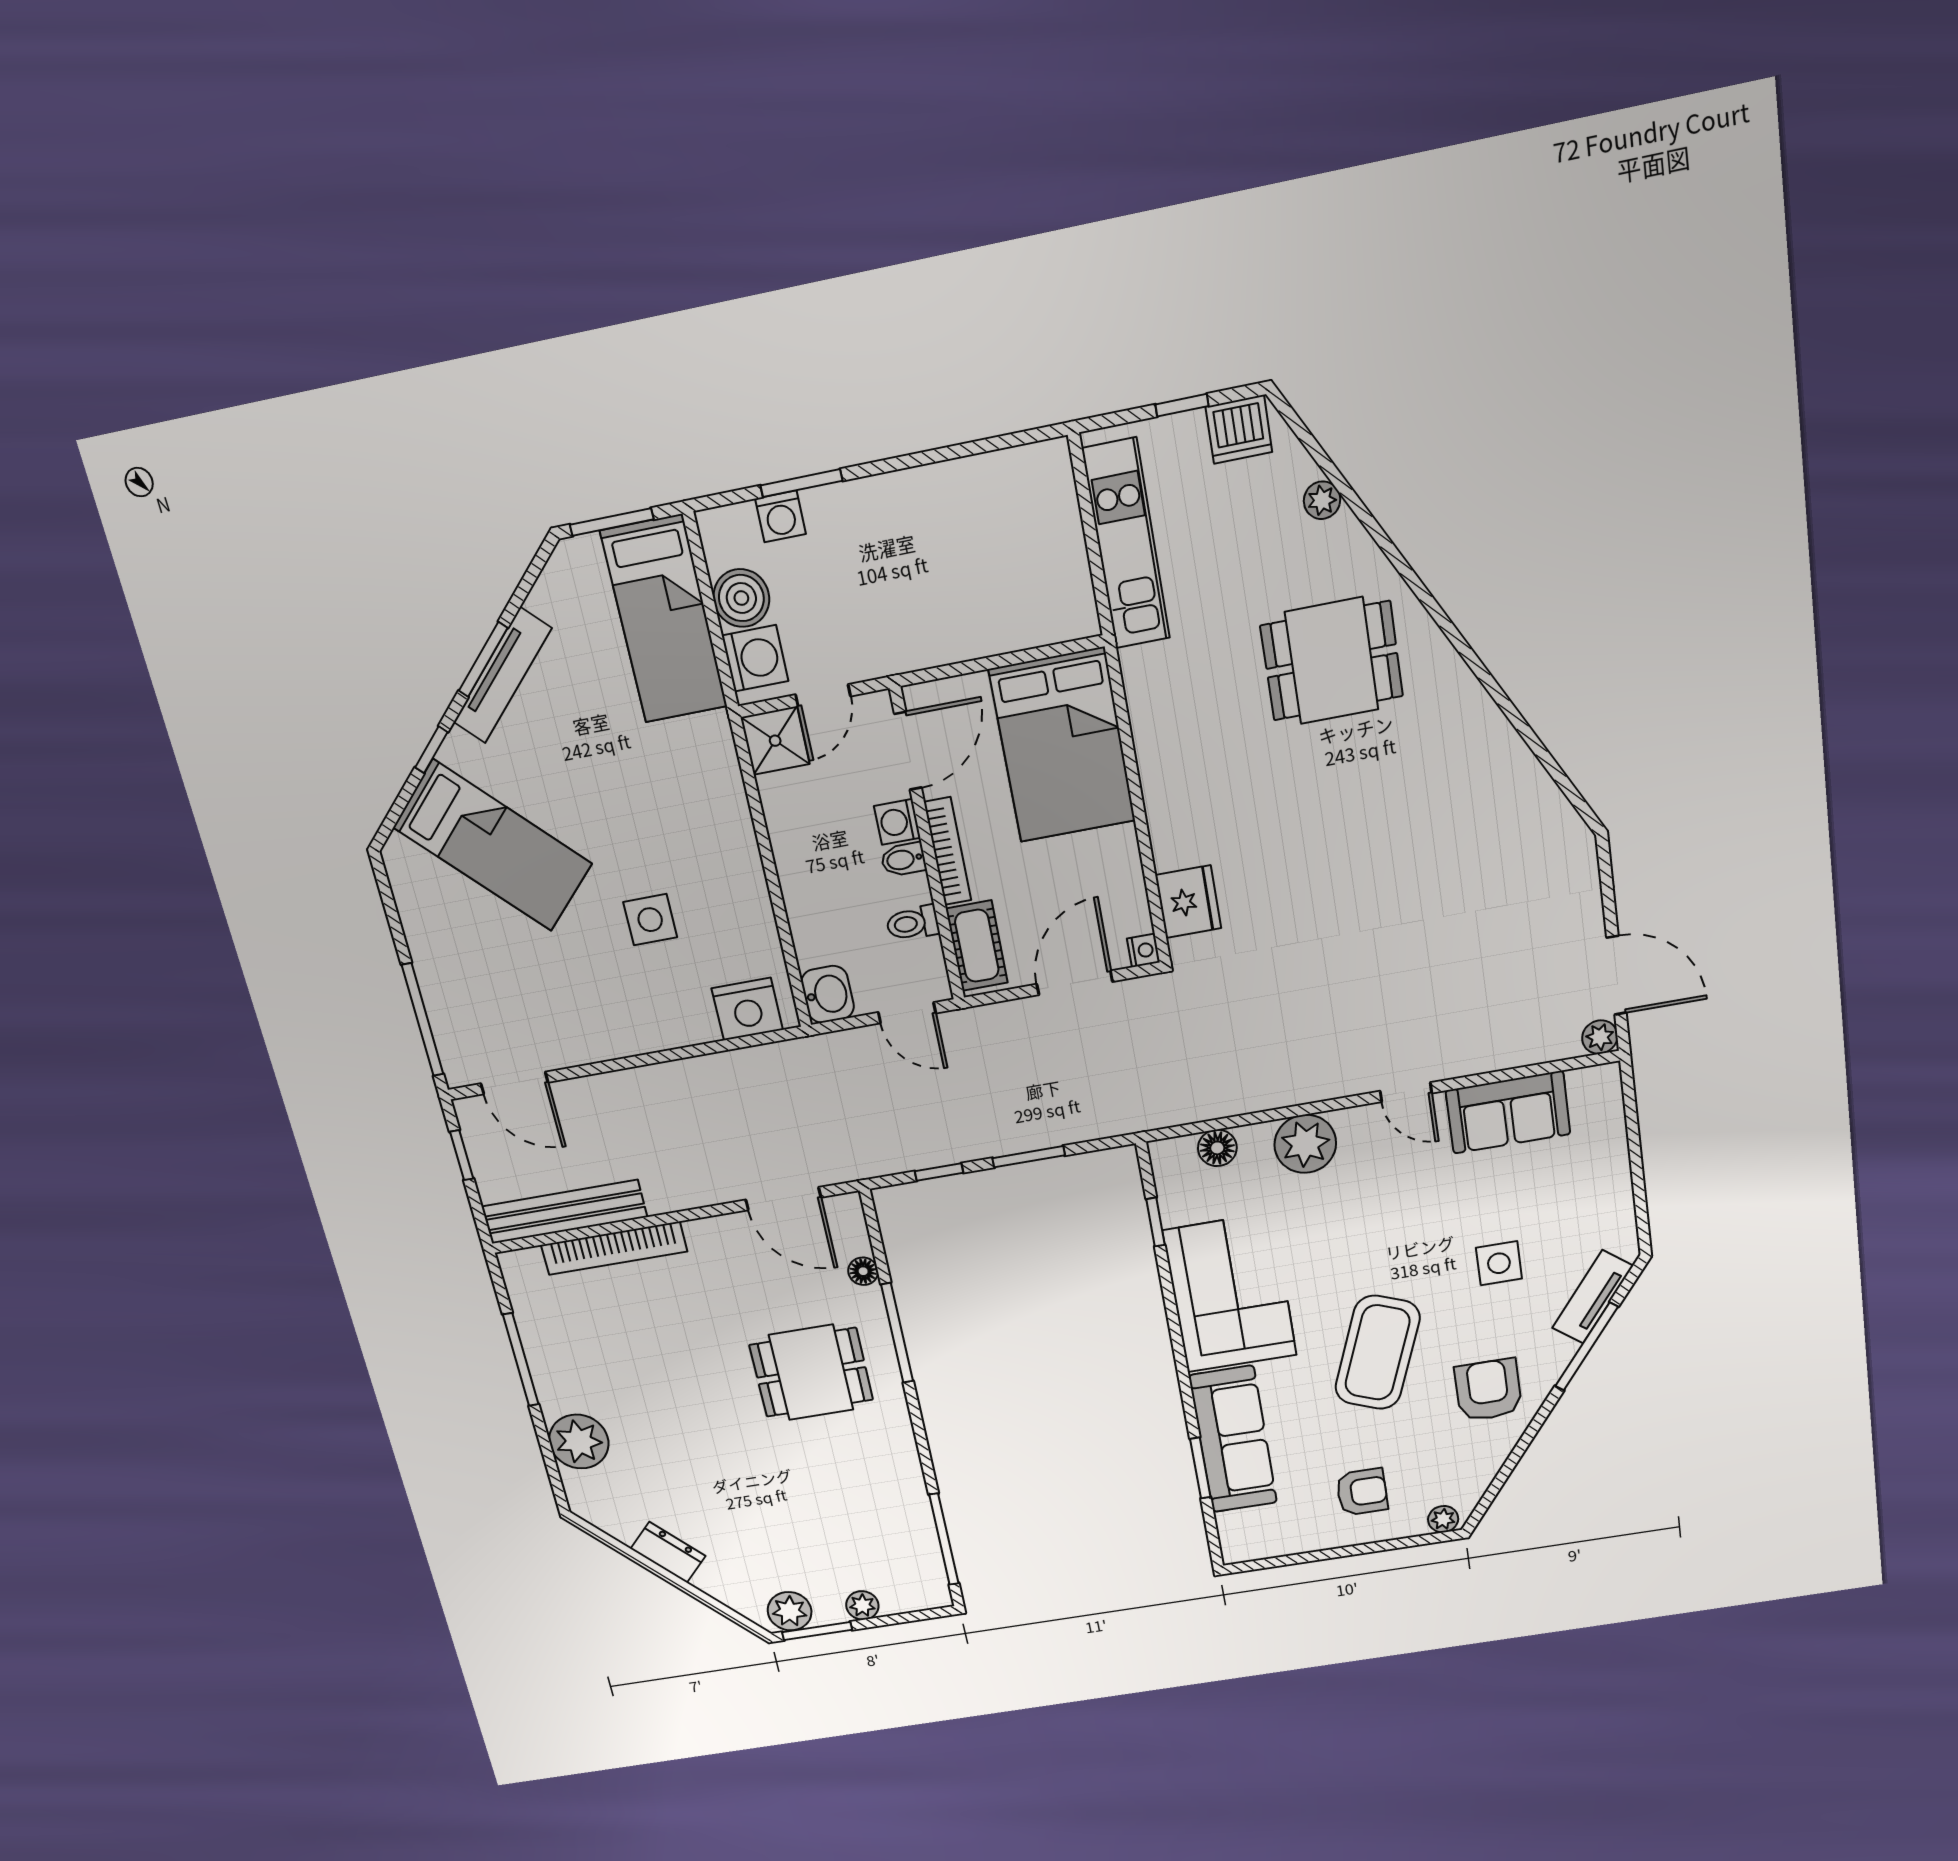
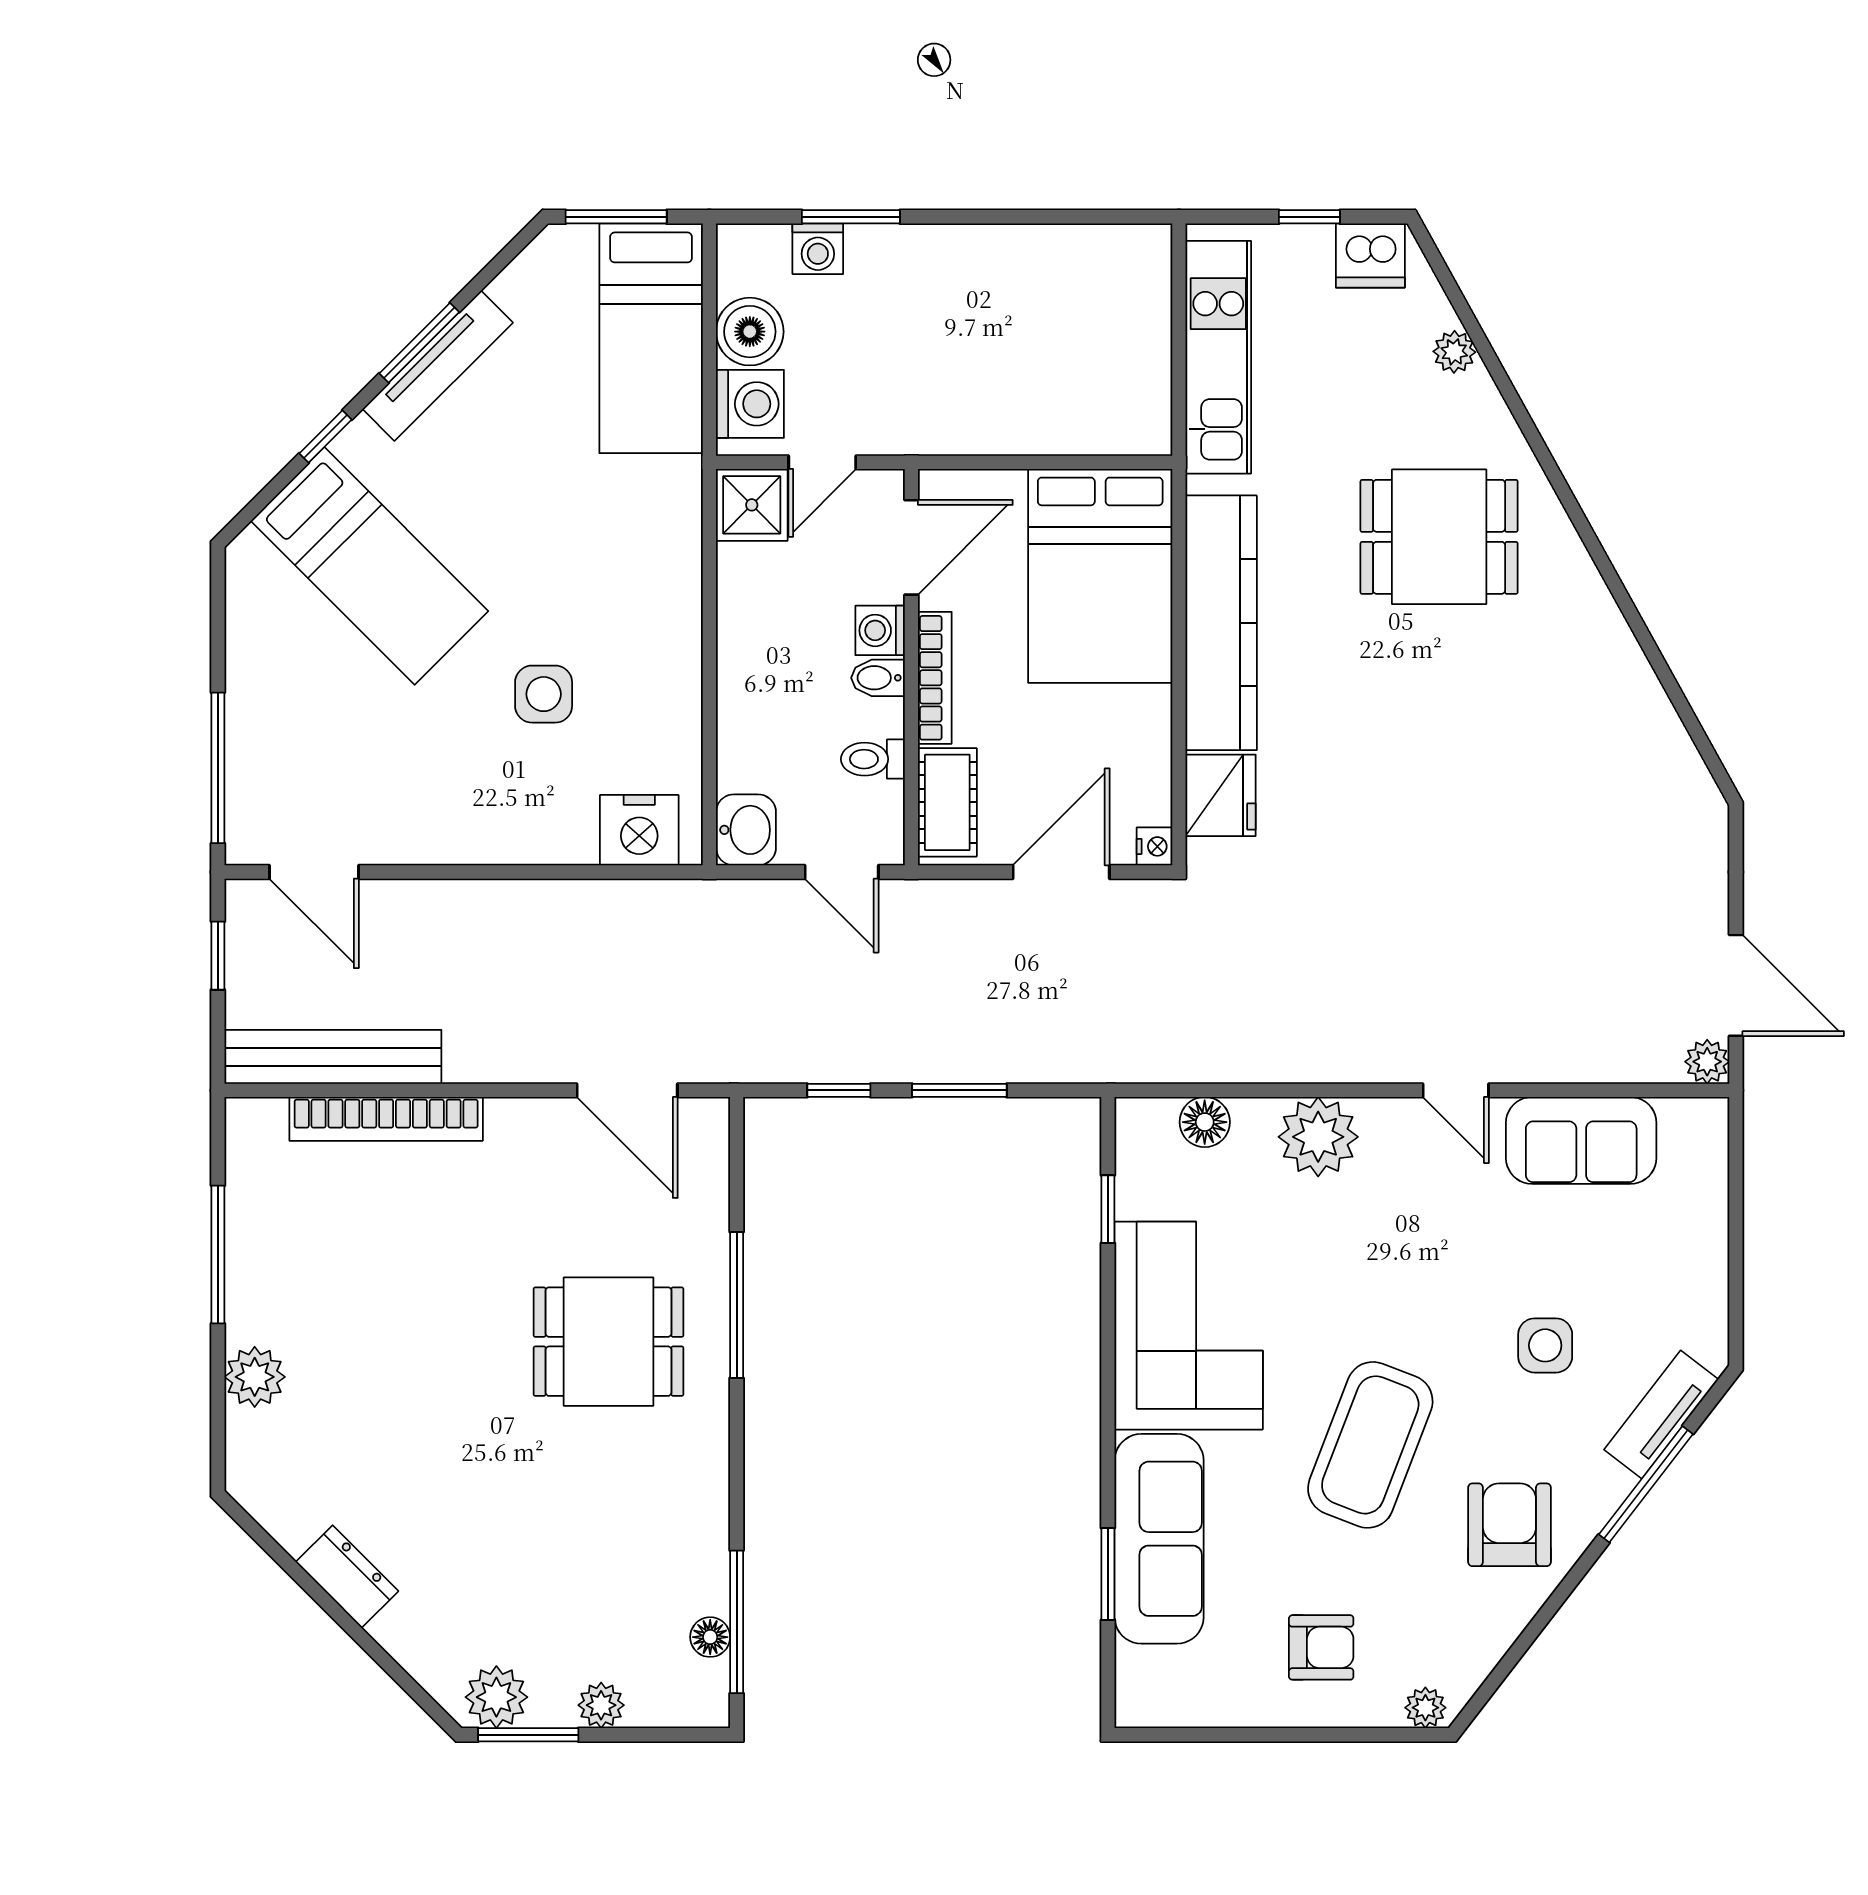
kitchen counter: (1166, 765) -> (1221, 623), added
floor lamp: (863, 1271) -> (710, 1637), moved
plant: (579, 1442) -> (255, 1377), width x0.73, depth x0.73

